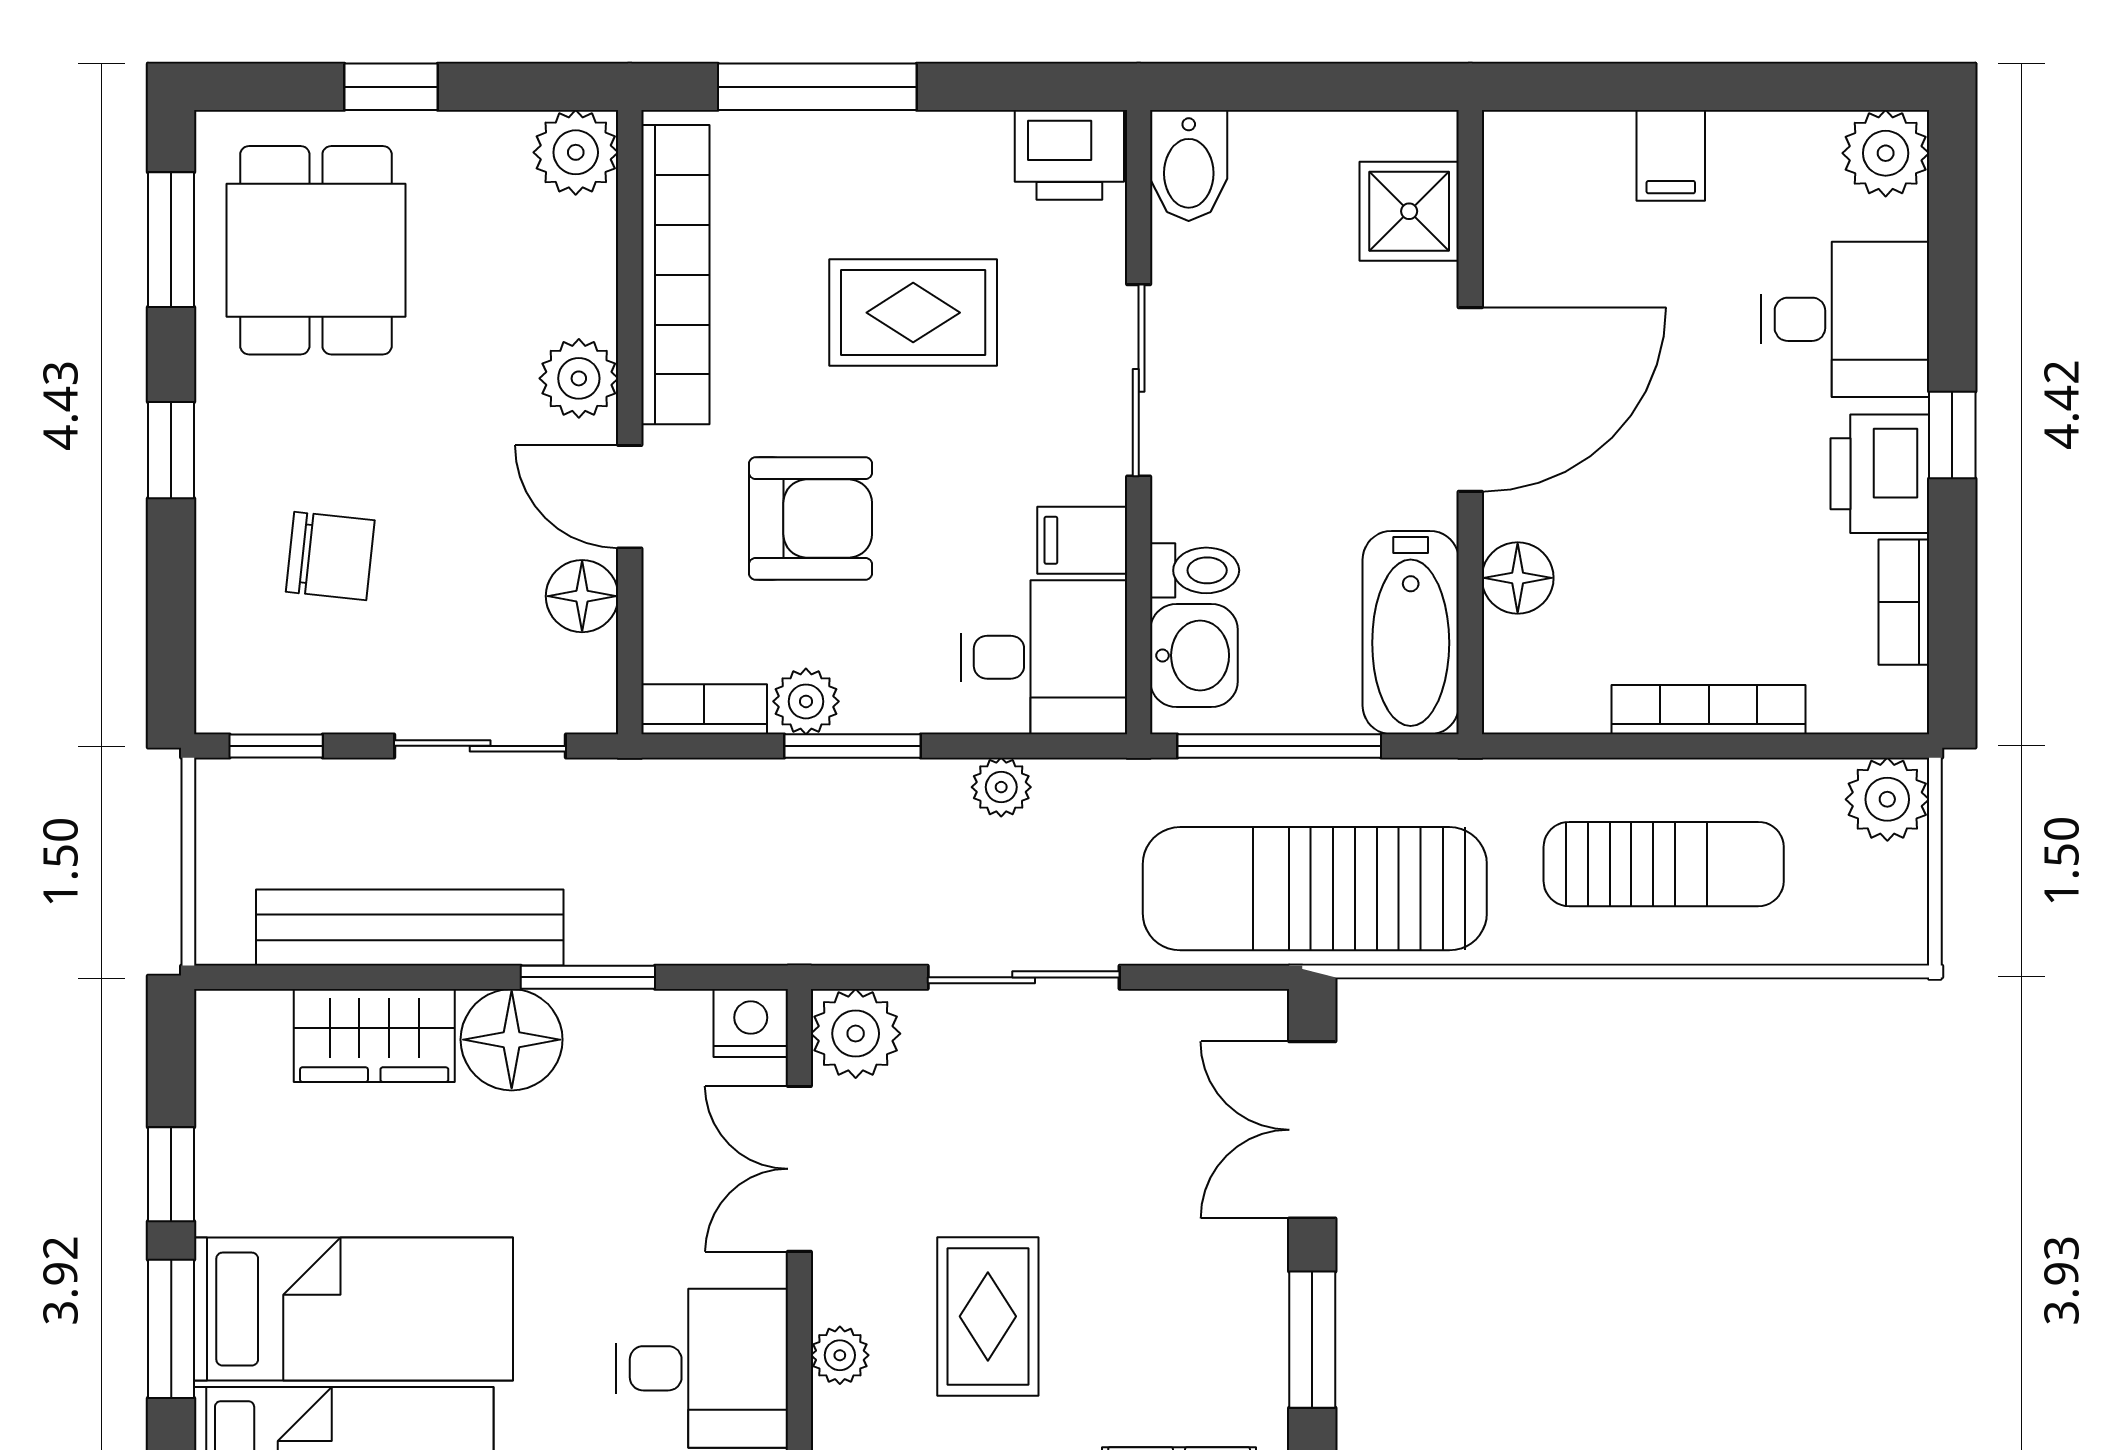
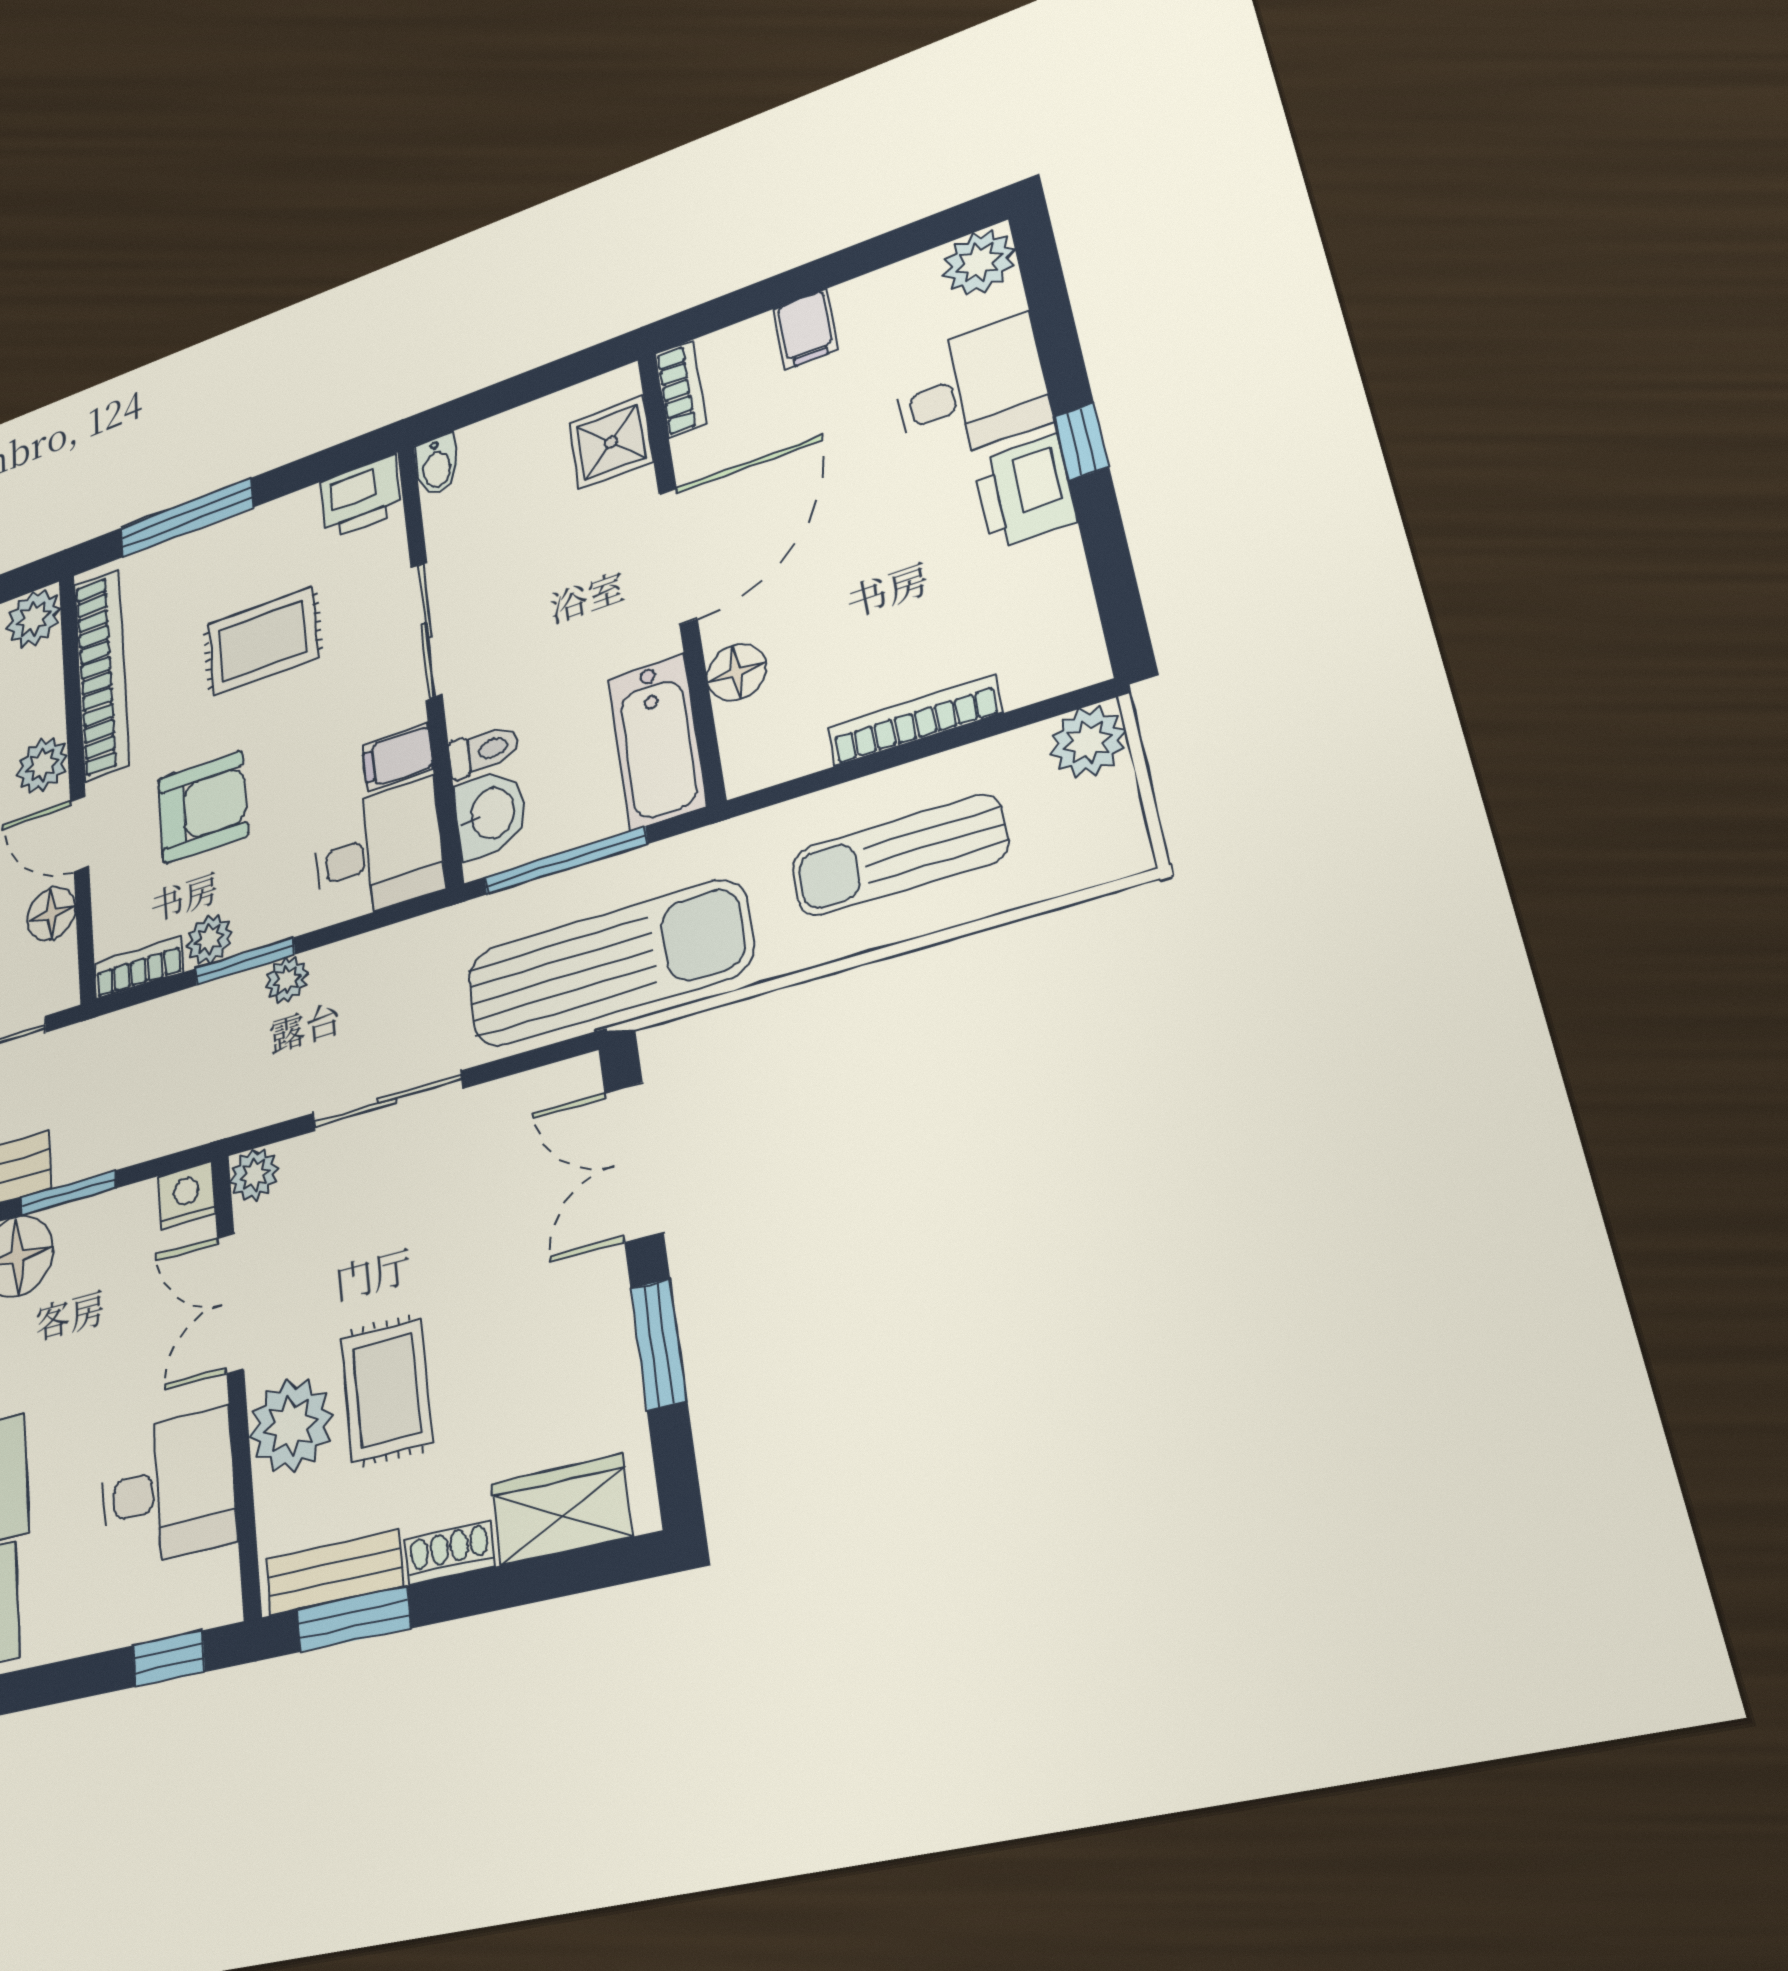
bidet: (1189, 165) -> (437, 465), width x0.72, depth x0.74
bookcase: (1904, 602) -> (681, 389), moved, turned 180
plant: (1001, 787) -> (287, 980), moved
sun lounger: (1664, 864) -> (899, 855), turned 180
sun lounger: (1315, 889) -> (609, 963), turned 180
plant: (856, 1034) -> (254, 1175), width x0.73, depth x0.73
plant: (840, 1355) -> (291, 1425), width x1.88, depth x1.88

